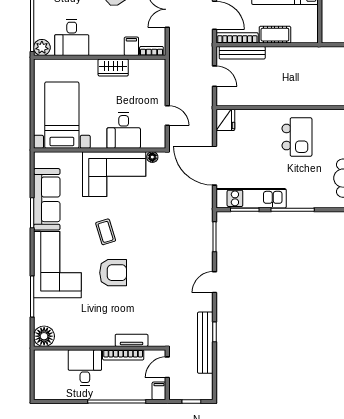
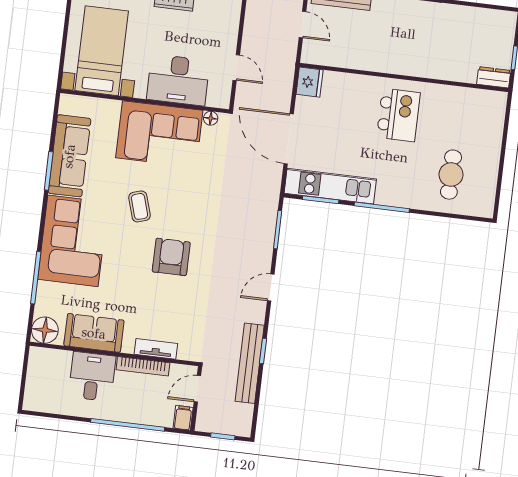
desk: (124, 131) -> (178, 80), width x1.37
armchair: (113, 273) -> (171, 257), moved, turned -90
sofa: (82, 334) -> (94, 333), added

